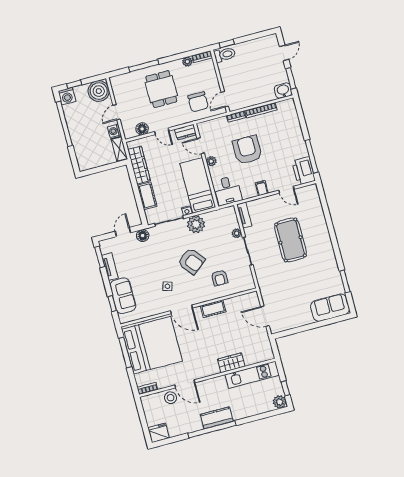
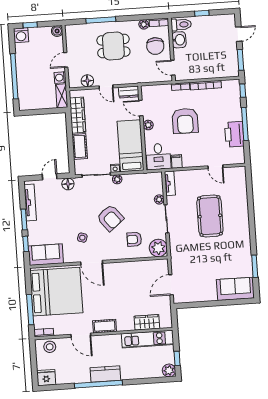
window: (227, 44) -> (202, 13), moved
dining table: (161, 89) -> (113, 46), turned 90
boiler: (99, 91) -> (57, 31), width x0.54, depth x0.54
washbasin: (283, 91) -> (179, 40), moved, turned 90
door: (225, 99) -> (173, 68), hinge flipped
chair: (198, 102) -> (155, 46), moved
window: (299, 109) -> (243, 91), added
window: (64, 124) -> (14, 76), moved
armchair: (247, 150) -> (185, 121), turned 180
window: (312, 156) -> (245, 124), moved
printer: (303, 171) -> (234, 134), moved
filing cabinet: (262, 188) -> (177, 161), moved
plant: (196, 224) -> (117, 179), width x0.53, depth x0.53
window: (100, 257) -> (24, 219), moved
tv unit: (110, 267) -> (30, 202), width x1.41
armchair: (220, 278) -> (134, 239), turned 90
plant: (245, 282) -> (158, 248), added
sofa: (123, 296) -> (46, 255), moved, turned -90
cot: (213, 309) -> (105, 326), moved
door: (265, 316) -> (171, 285), hinge flipped
window: (125, 352) -> (30, 310), moved
wardrobe: (231, 363) -> (147, 322), moved
stool: (171, 398) -> (50, 347), moved

